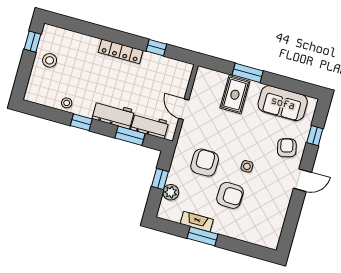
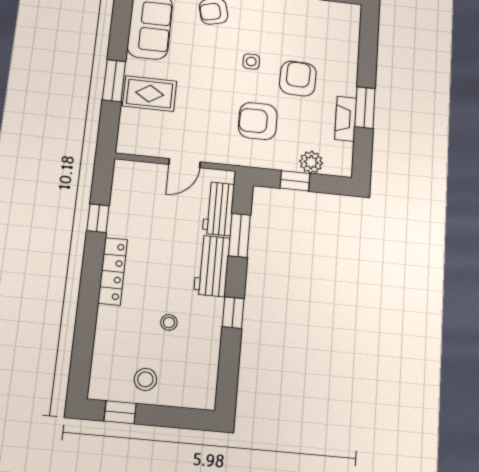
stool: (67, 103) -> (169, 322), moved

